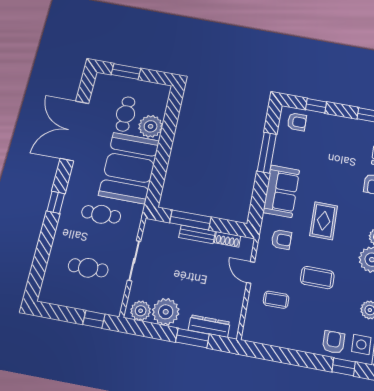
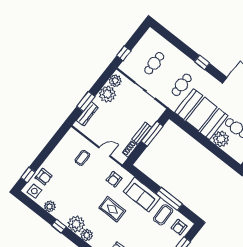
coffee table: (317, 278) -> (163, 215), moved

